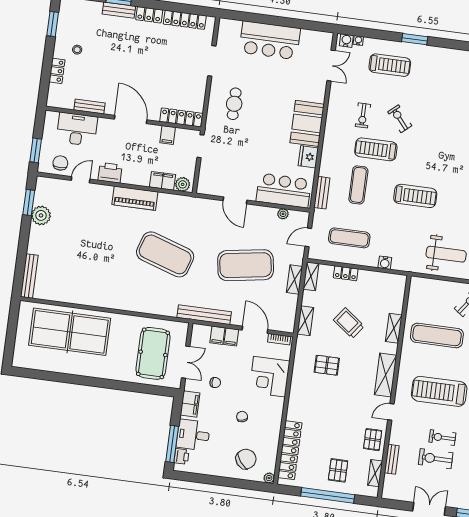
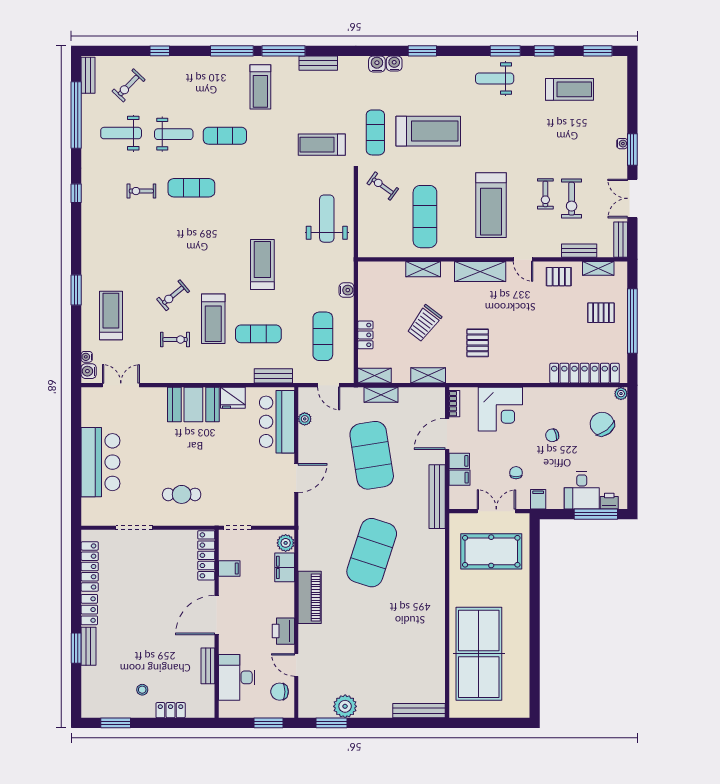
filing cabinet: (190, 404) -> (538, 499), width x0.50
bench: (396, 495) -> (621, 240), added

